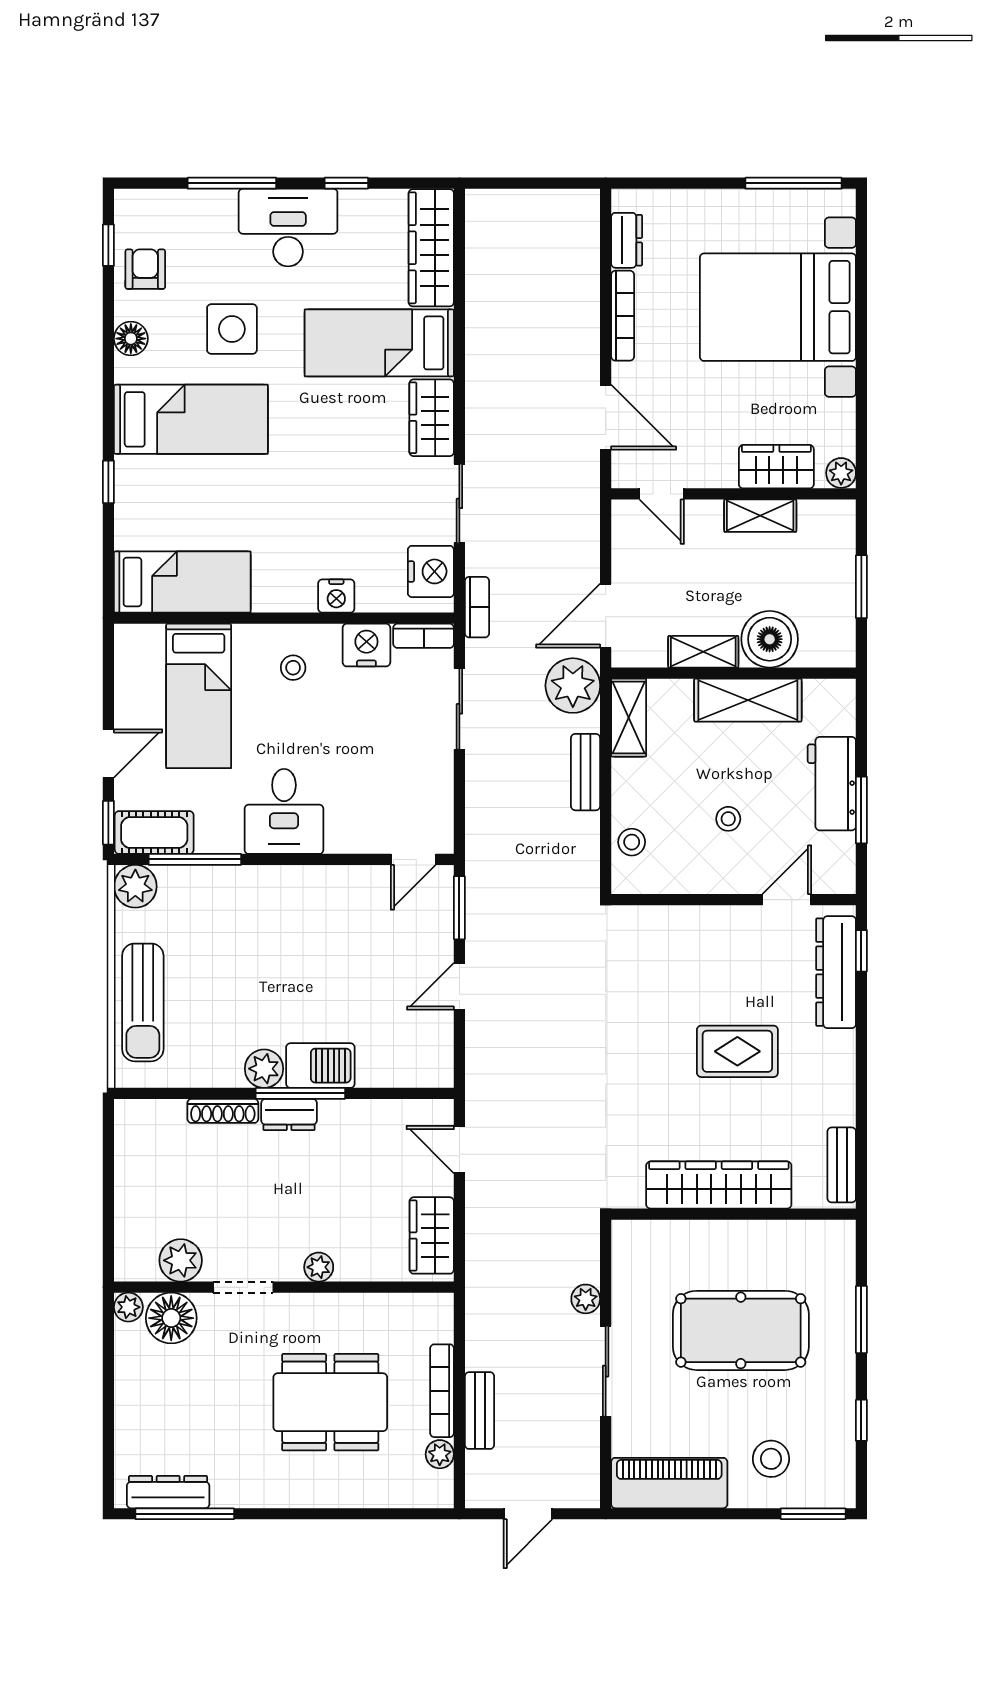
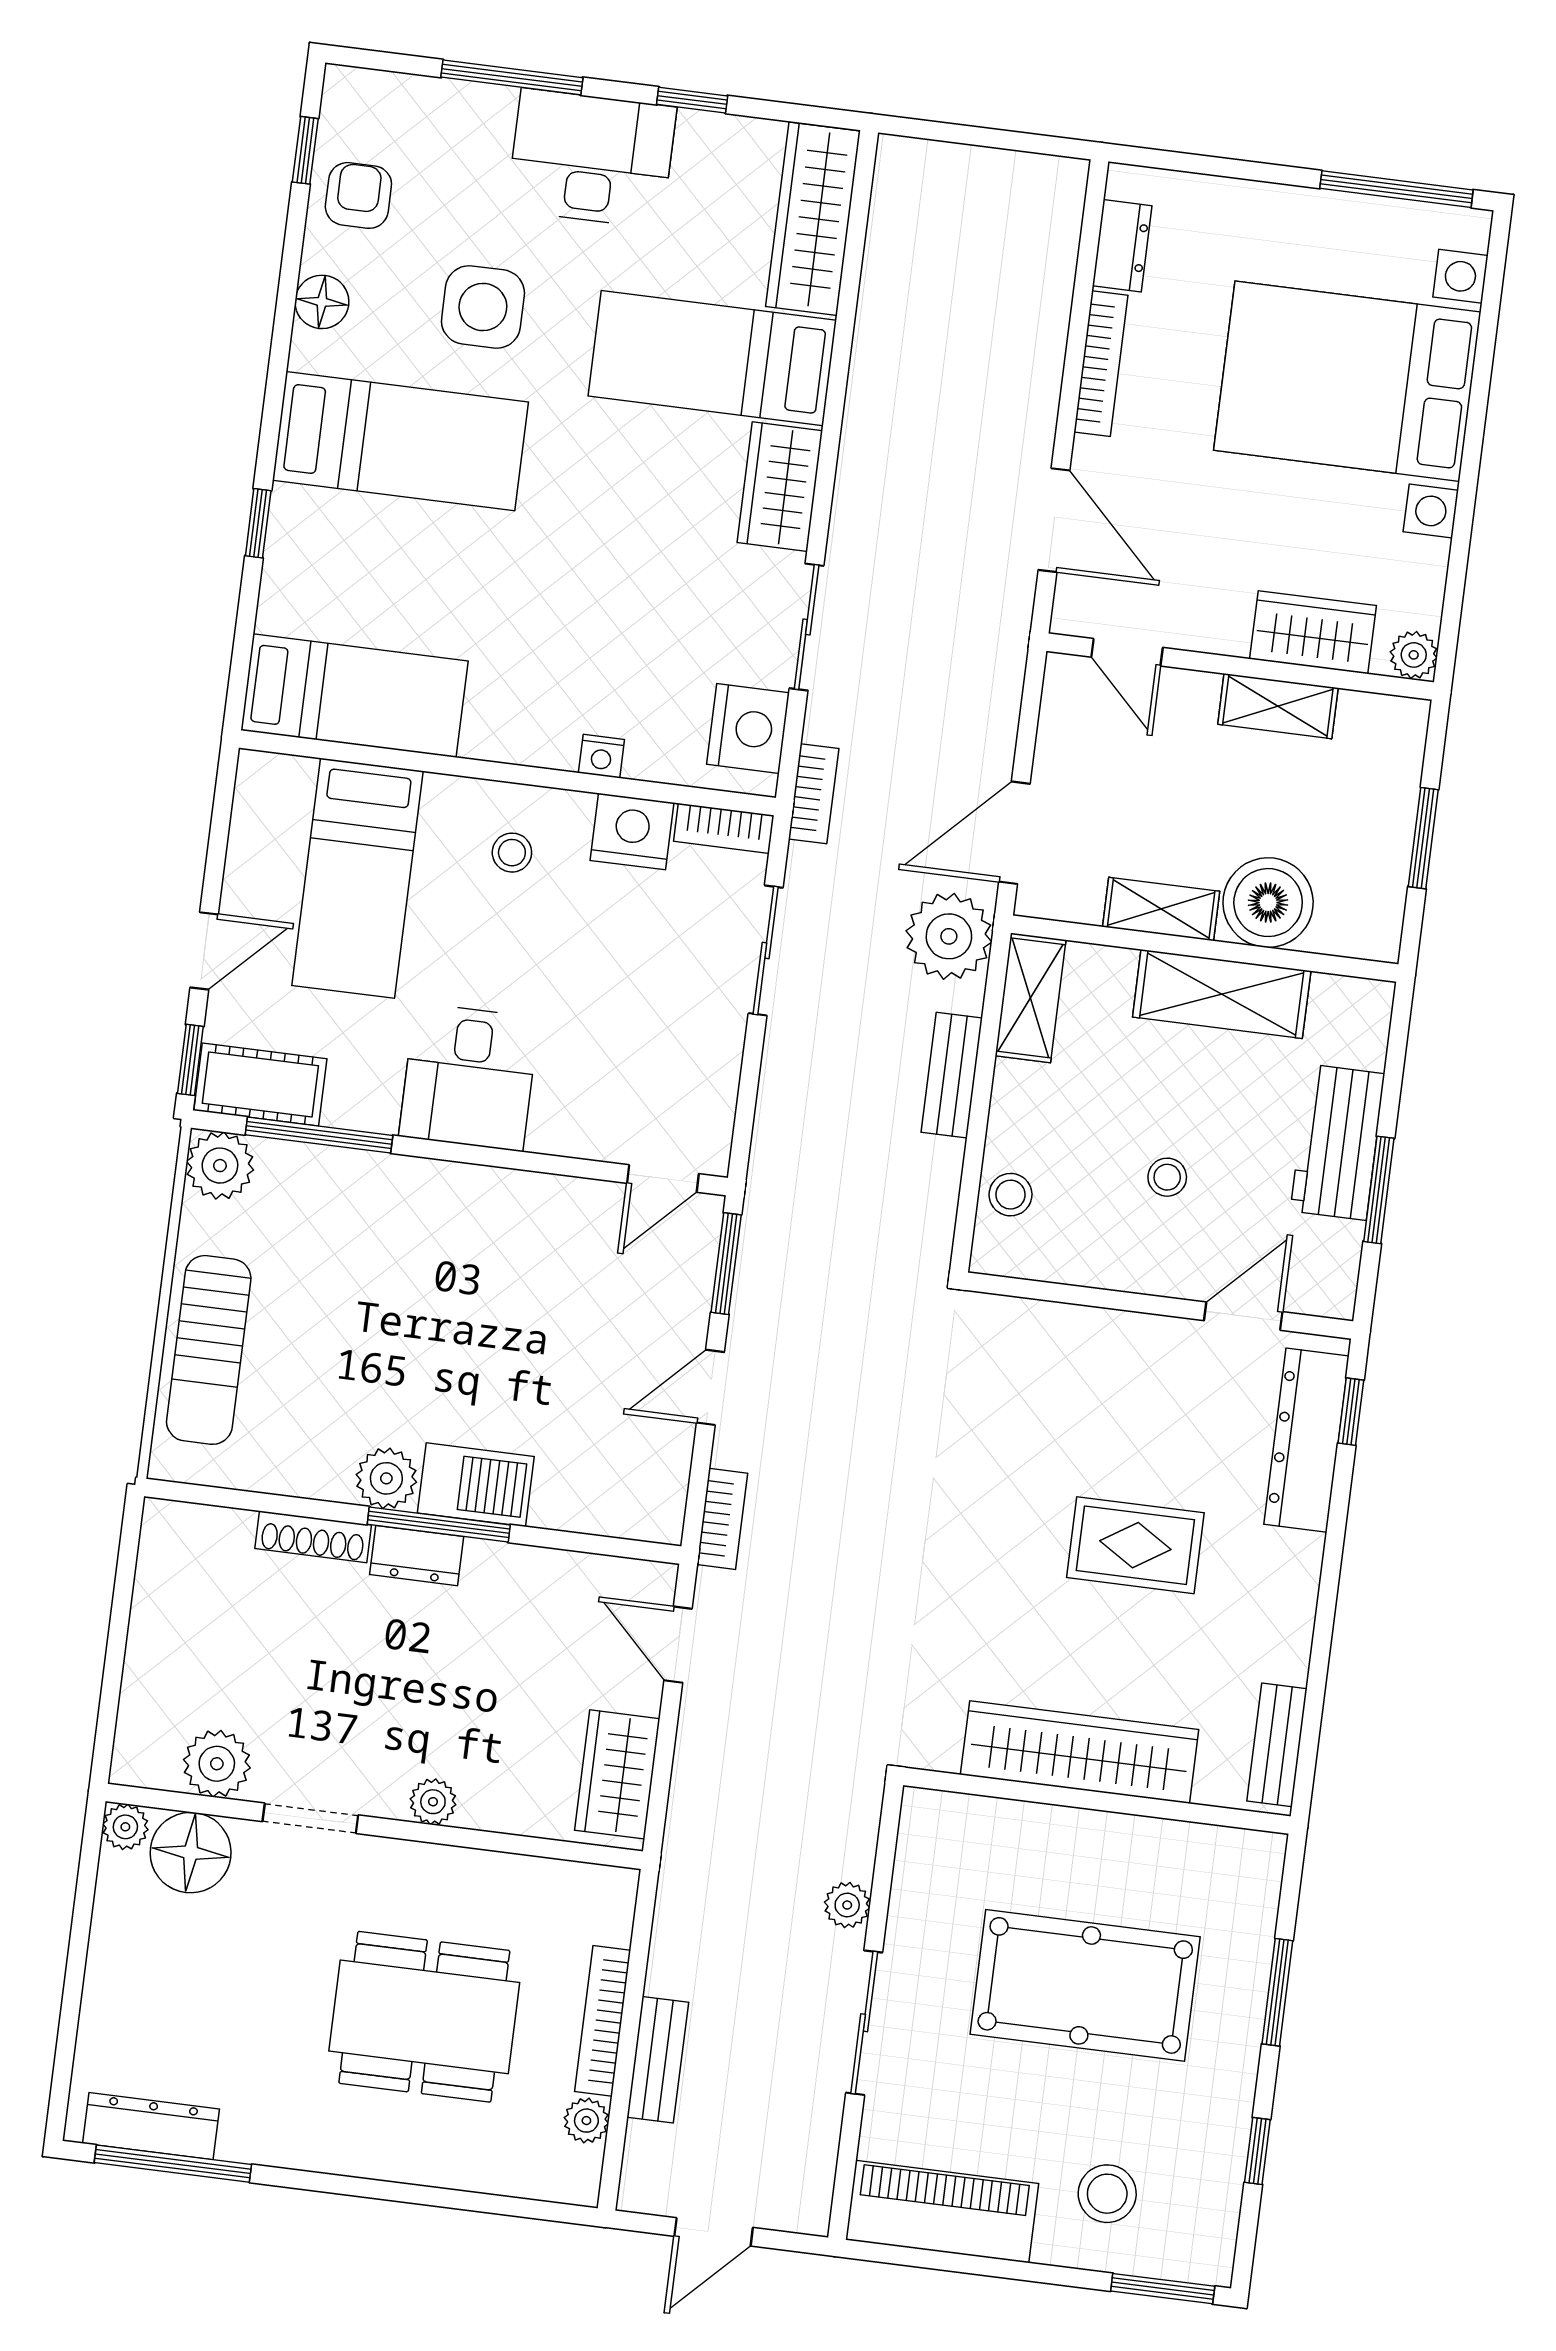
nightstand: (336, 596) -> (601, 756), width x0.72, depth x0.74
bookcase: (477, 1068) -> (722, 1519), added

